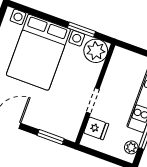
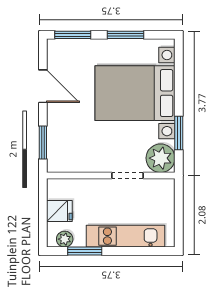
doorway: (93, 101) -> (127, 175), moved
fridge: (96, 128) -> (59, 211), moved, turned -90

